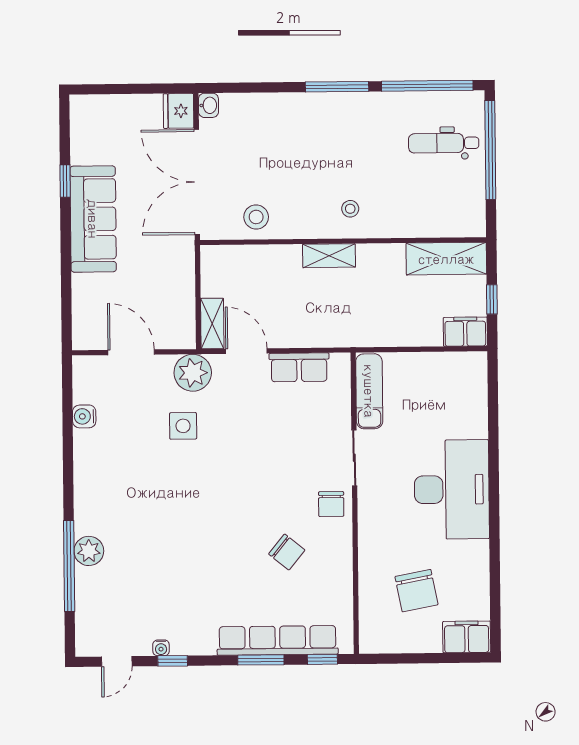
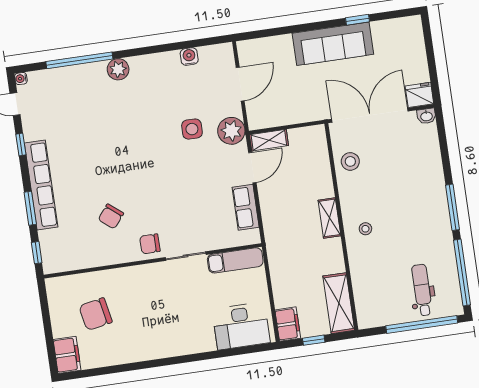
desk: (452, 489) -> (241, 326), moved, width x0.73, depth x0.77
plant: (89, 551) -> (118, 69), moved
row of seats: (278, 640) -> (41, 185), moved
water cooler: (161, 648) -> (21, 79), moved

